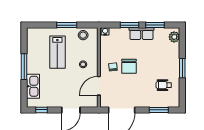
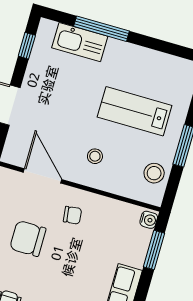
window: (130, 25) -> (154, 250), moved
chair: (129, 66) -> (28, 238), moved
window: (24, 67) -> (102, 29), moved

